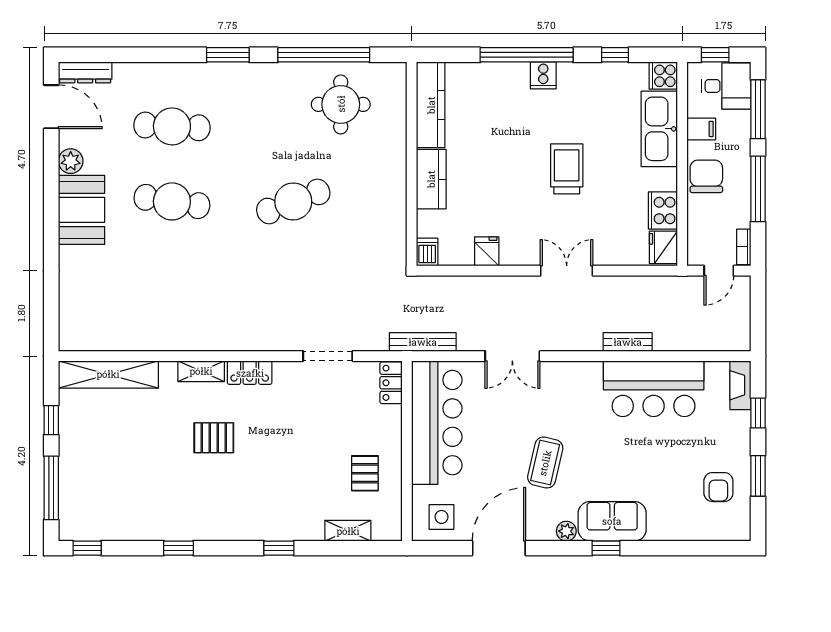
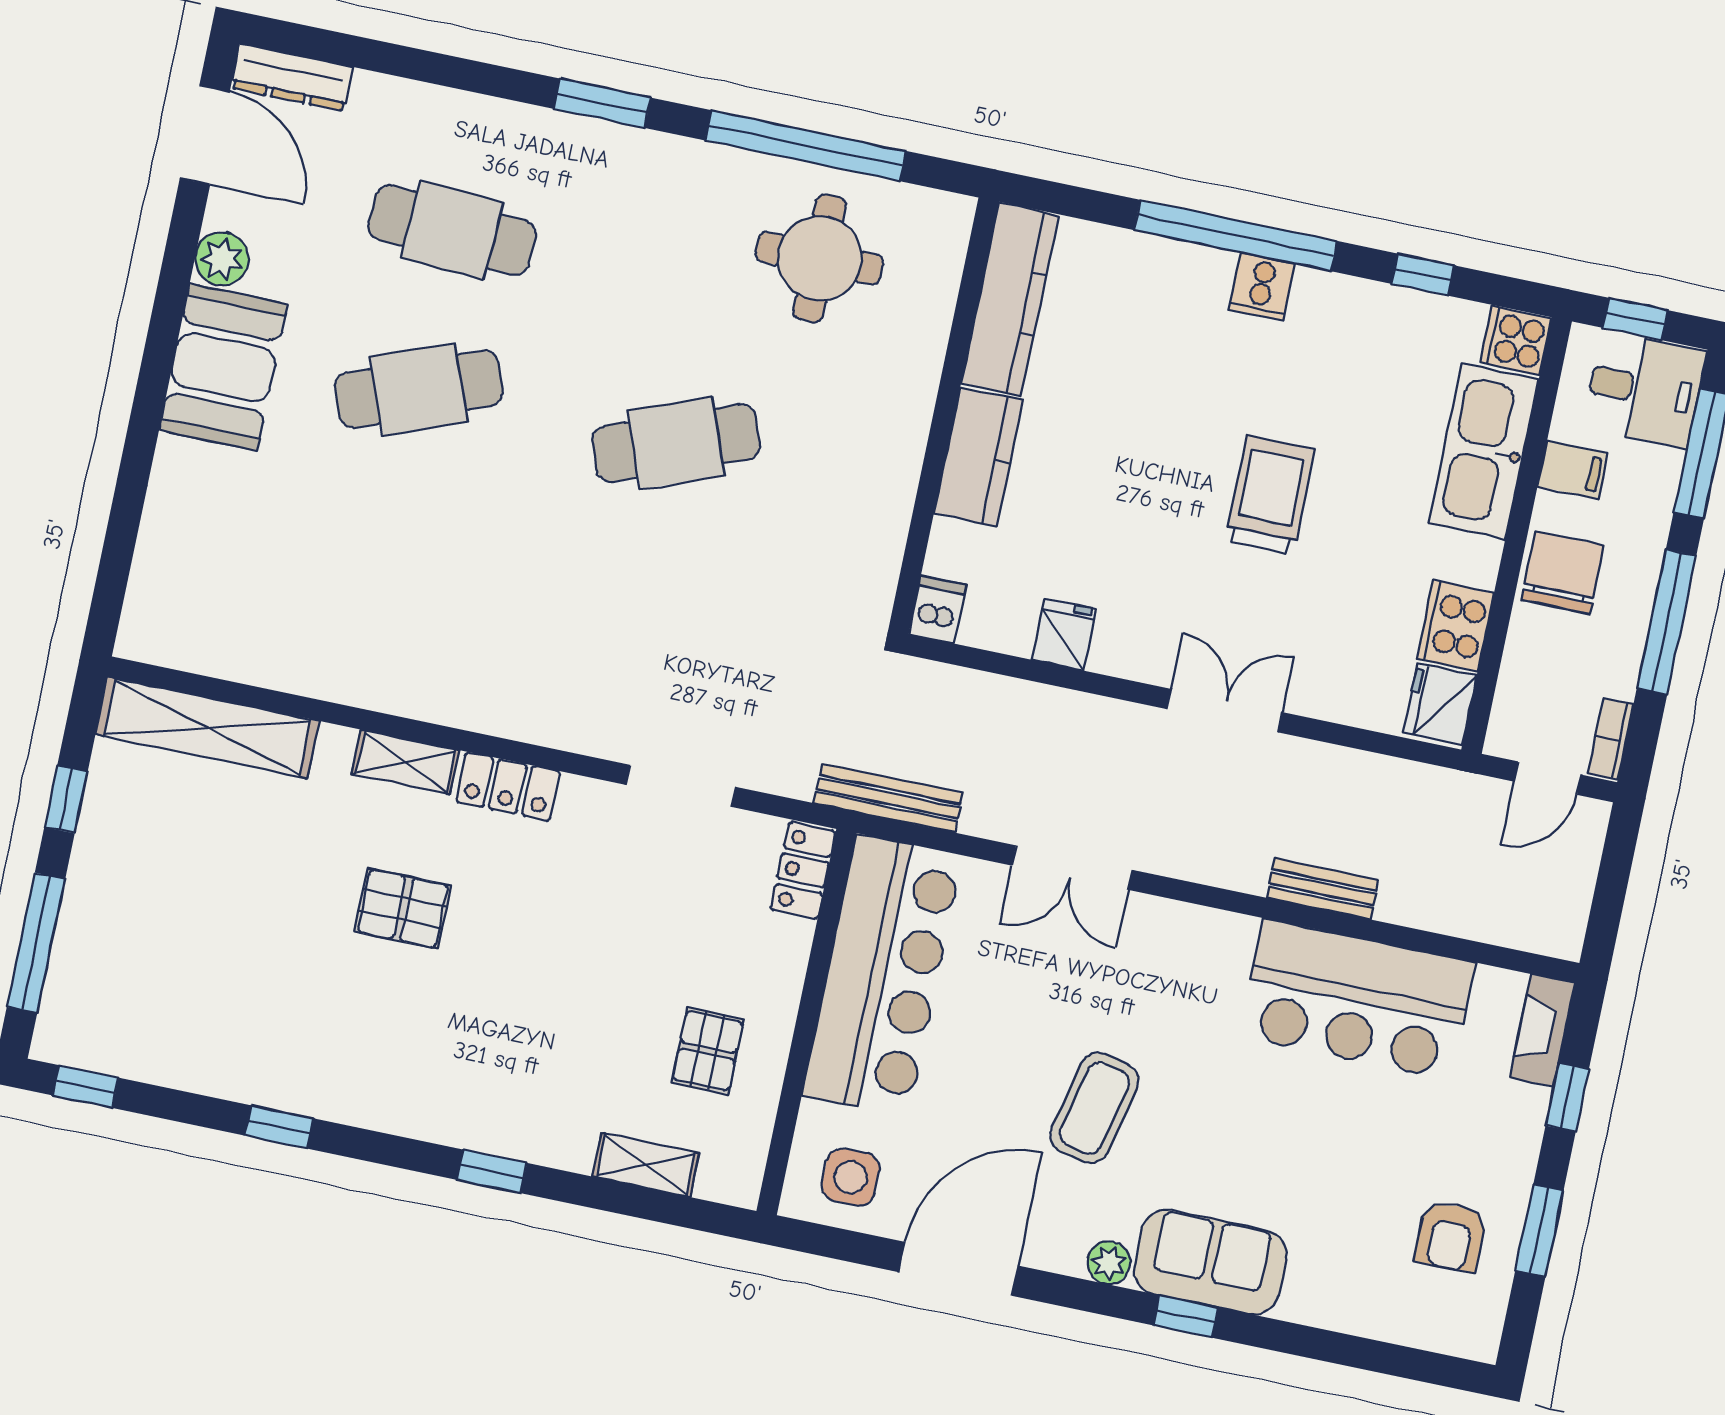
cafe table: (172, 201) -> (419, 389), turned -30

